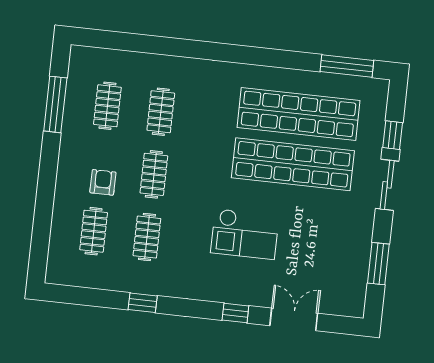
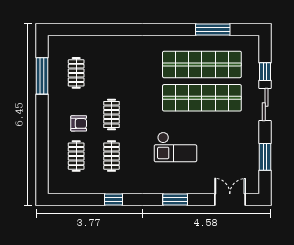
window: (347, 66) -> (213, 30), moved
clothes rail: (161, 112) -> (112, 73), removed
armchair: (103, 182) -> (79, 123), turned 90
window: (235, 313) -> (175, 199), width x1.50
double door: (294, 319) -> (230, 199), moved

